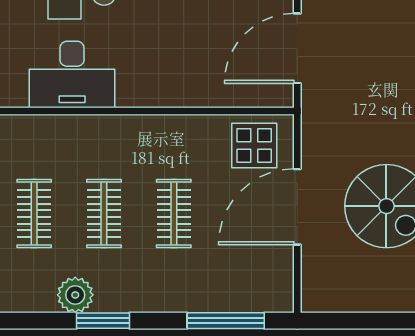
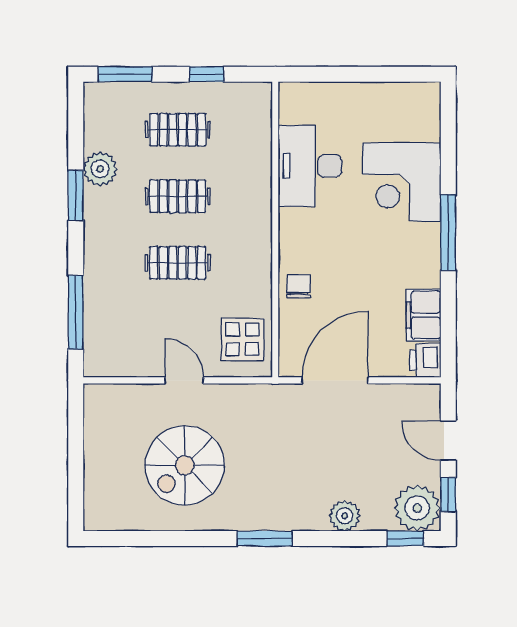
door: (297, 48) -> (335, 380), hinge flipped
chair: (198, 87) -> (299, 286), added
door: (297, 207) -> (184, 380), width x0.53

